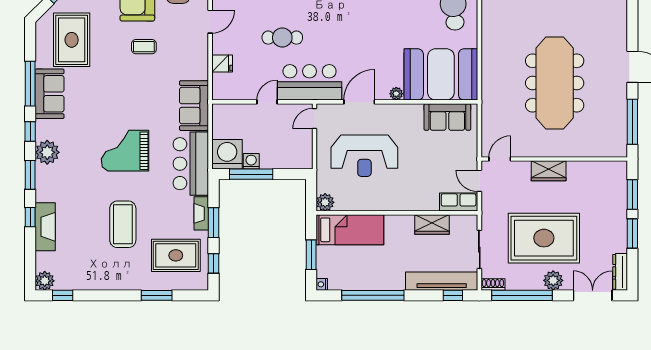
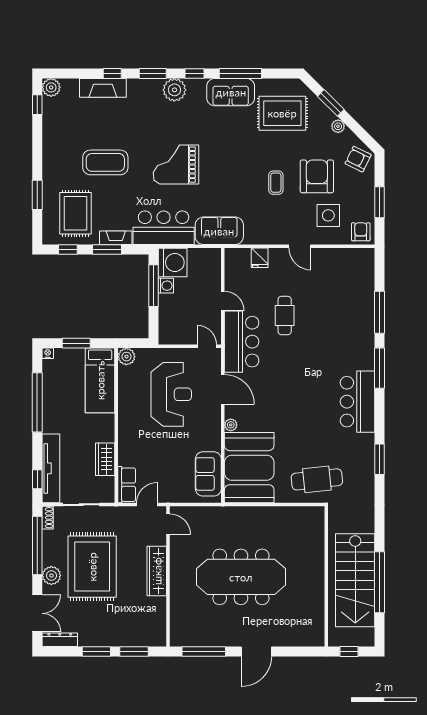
grand piano: (125, 151) -> (176, 165), turned -90
reception desk: (364, 156) -> (171, 394), turned 180
wardrobe: (549, 171) -> (157, 571), width x1.50

